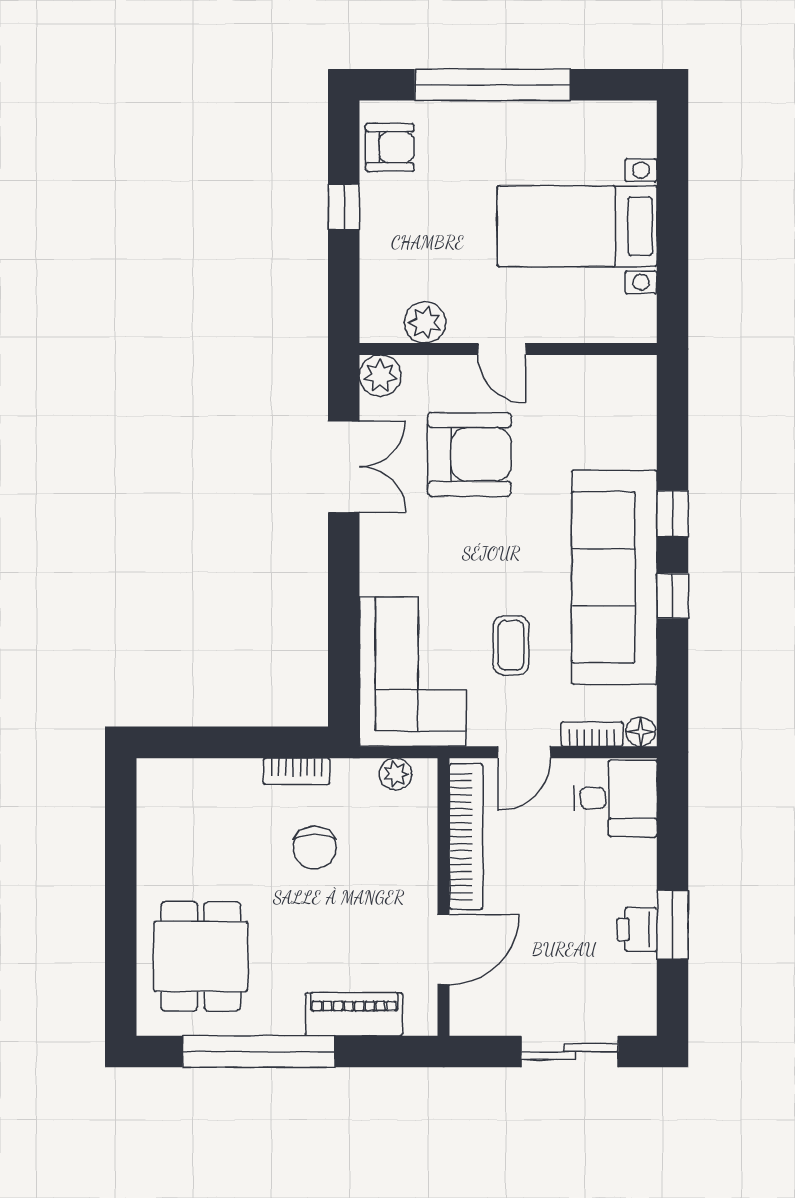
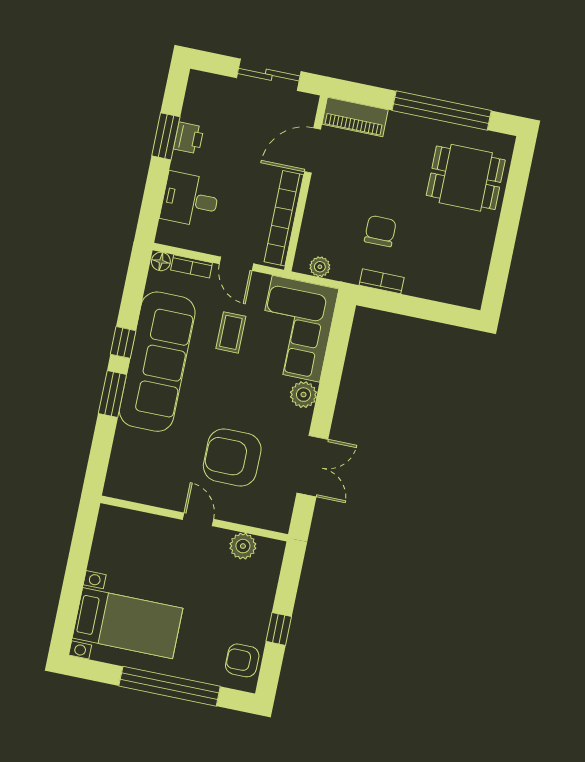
bed with nightstands: (577, 226) -> (127, 623), moved
plant: (380, 376) -> (303, 395), moved
double door: (344, 467) -> (312, 466), swing flipped
window: (673, 514) -> (112, 394), width x1.50
door: (524, 752) -> (236, 264), swing flipped
desk: (615, 798) -> (190, 200), moved
dining table: (201, 956) -> (466, 178), turned 90
piano: (354, 1014) -> (355, 117), moved
sliding door: (570, 1052) -> (269, 75), moved

